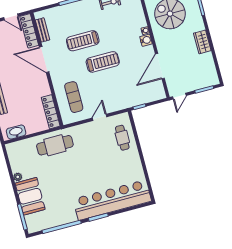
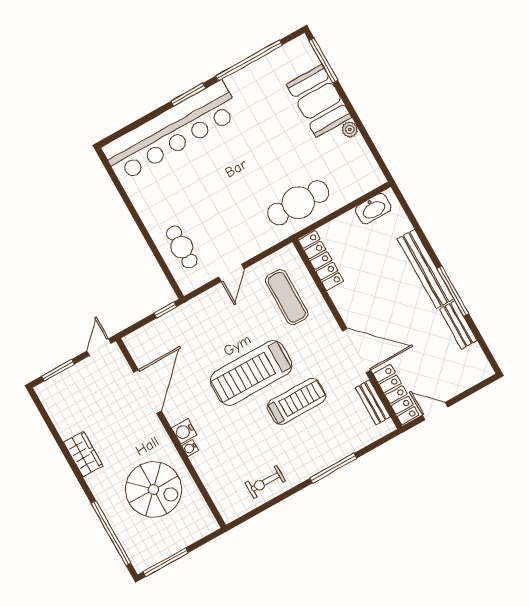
treadmill: (103, 62) -> (251, 373), width x1.37, depth x1.38

